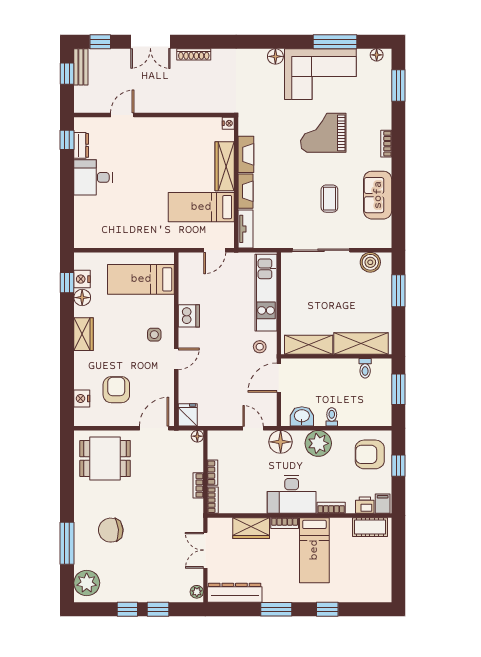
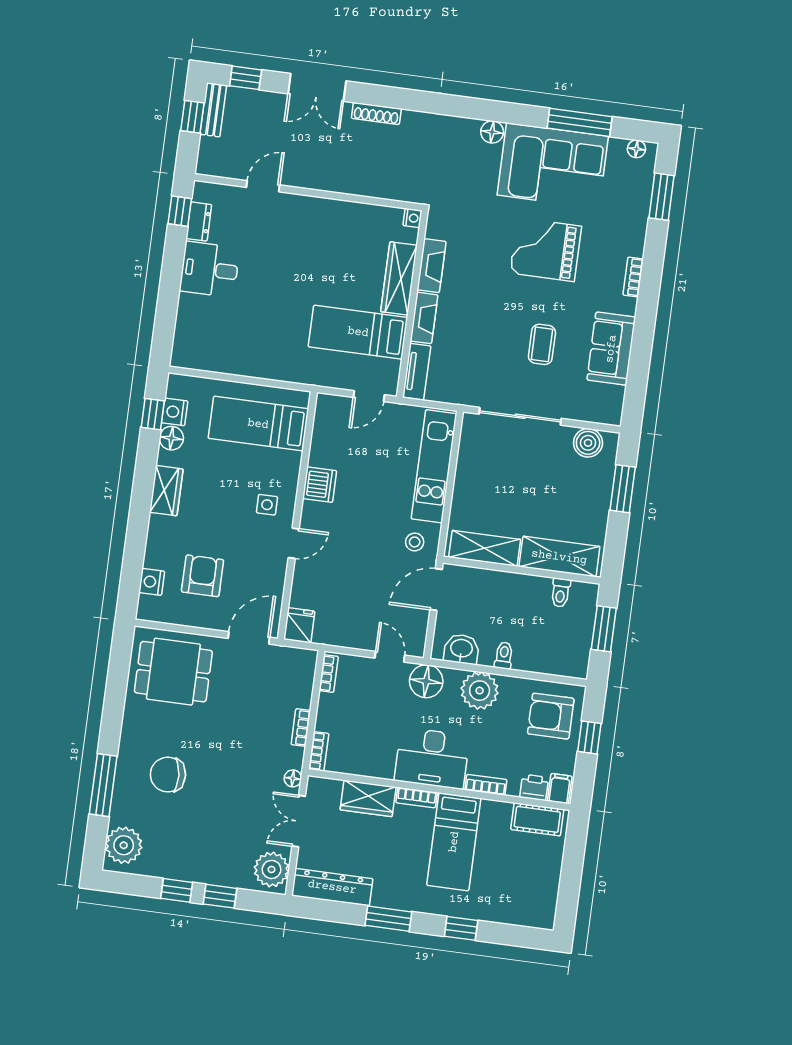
floor lamp: (197, 436) -> (293, 778), moved
bookcase: (212, 473) -> (329, 674), moved
plant: (197, 592) -> (272, 869), width x1.88, depth x1.88

